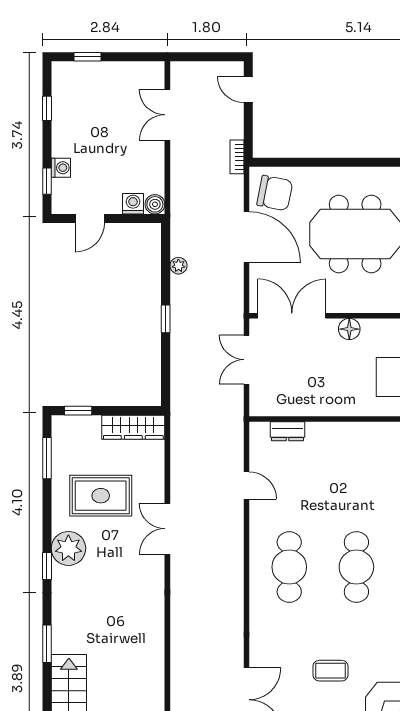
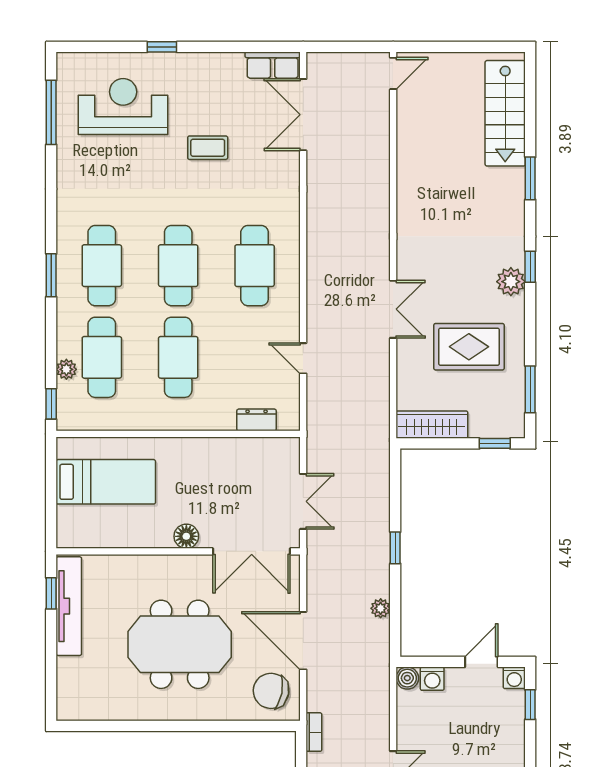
washing machine: (61, 168) -> (514, 678), moved, turned -90
cafe table: (356, 486) -> (178, 357), added
plant: (68, 548) -> (511, 282), width x0.73, depth x0.73

